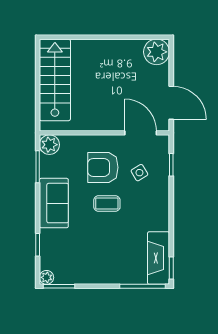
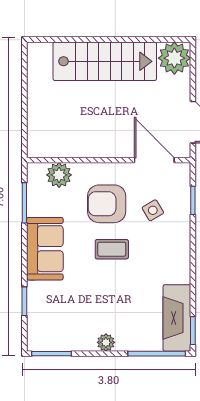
stairs: (55, 80) -> (105, 61), moved, turned 90
plant: (49, 145) -> (59, 175), moved
plant: (46, 277) -> (106, 342), moved

